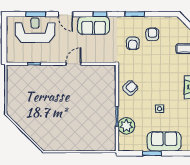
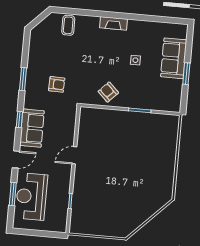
armchair: (152, 34) -> (48, 61), removed
door: (73, 64) -> (74, 155), hinge flipped
plant: (126, 126) -> (152, 100), removed

